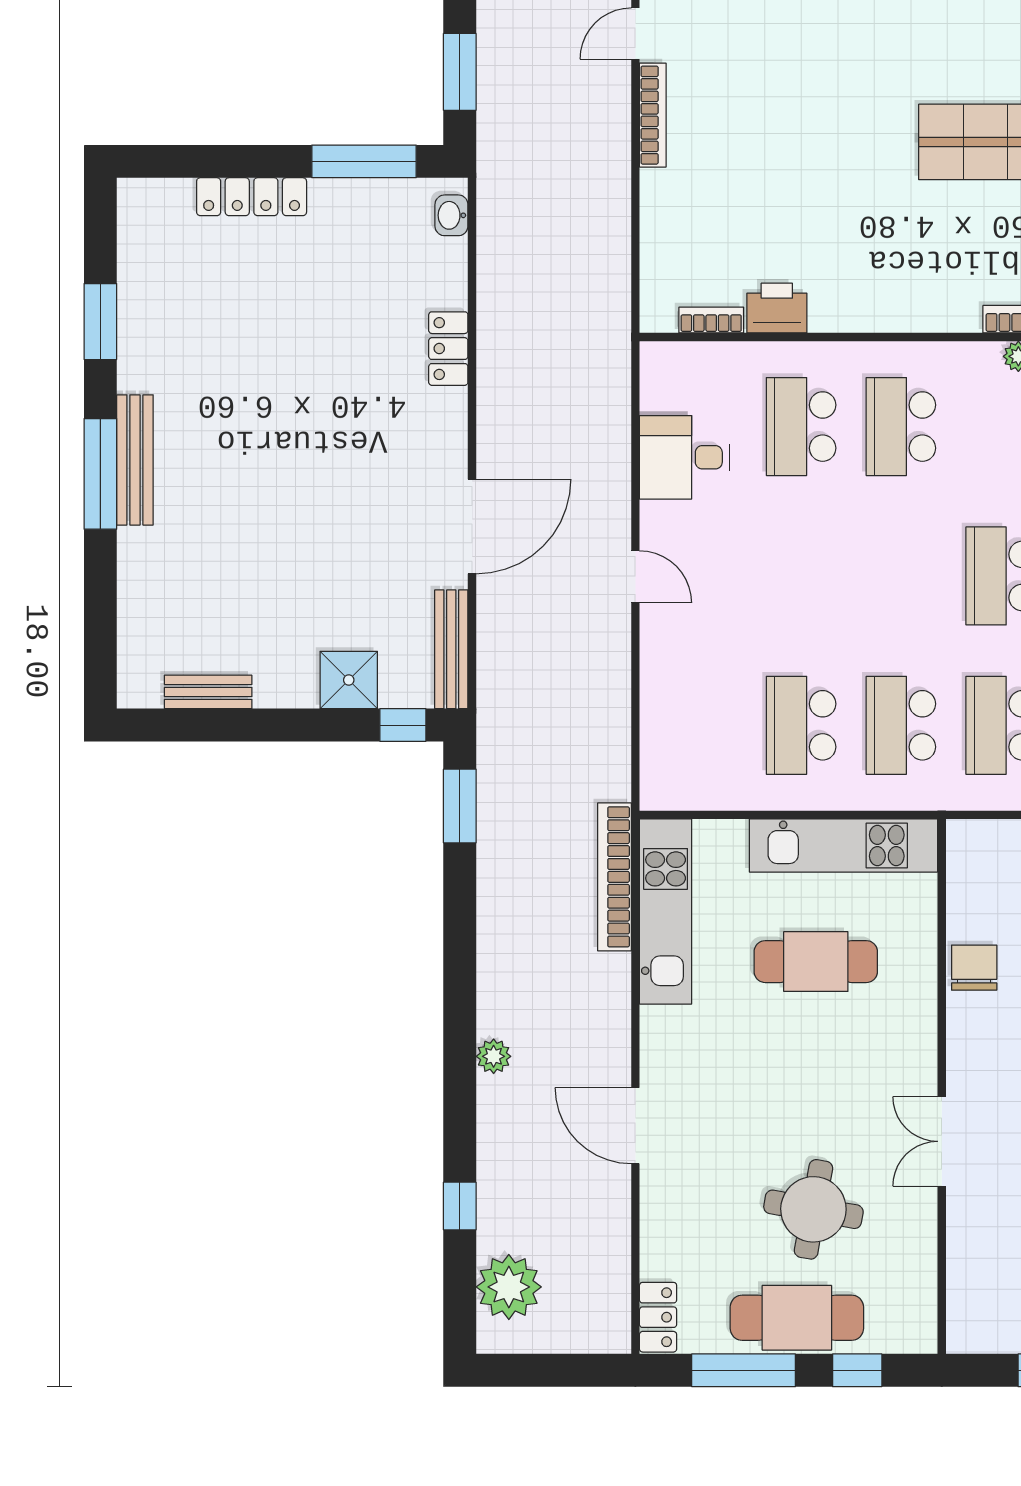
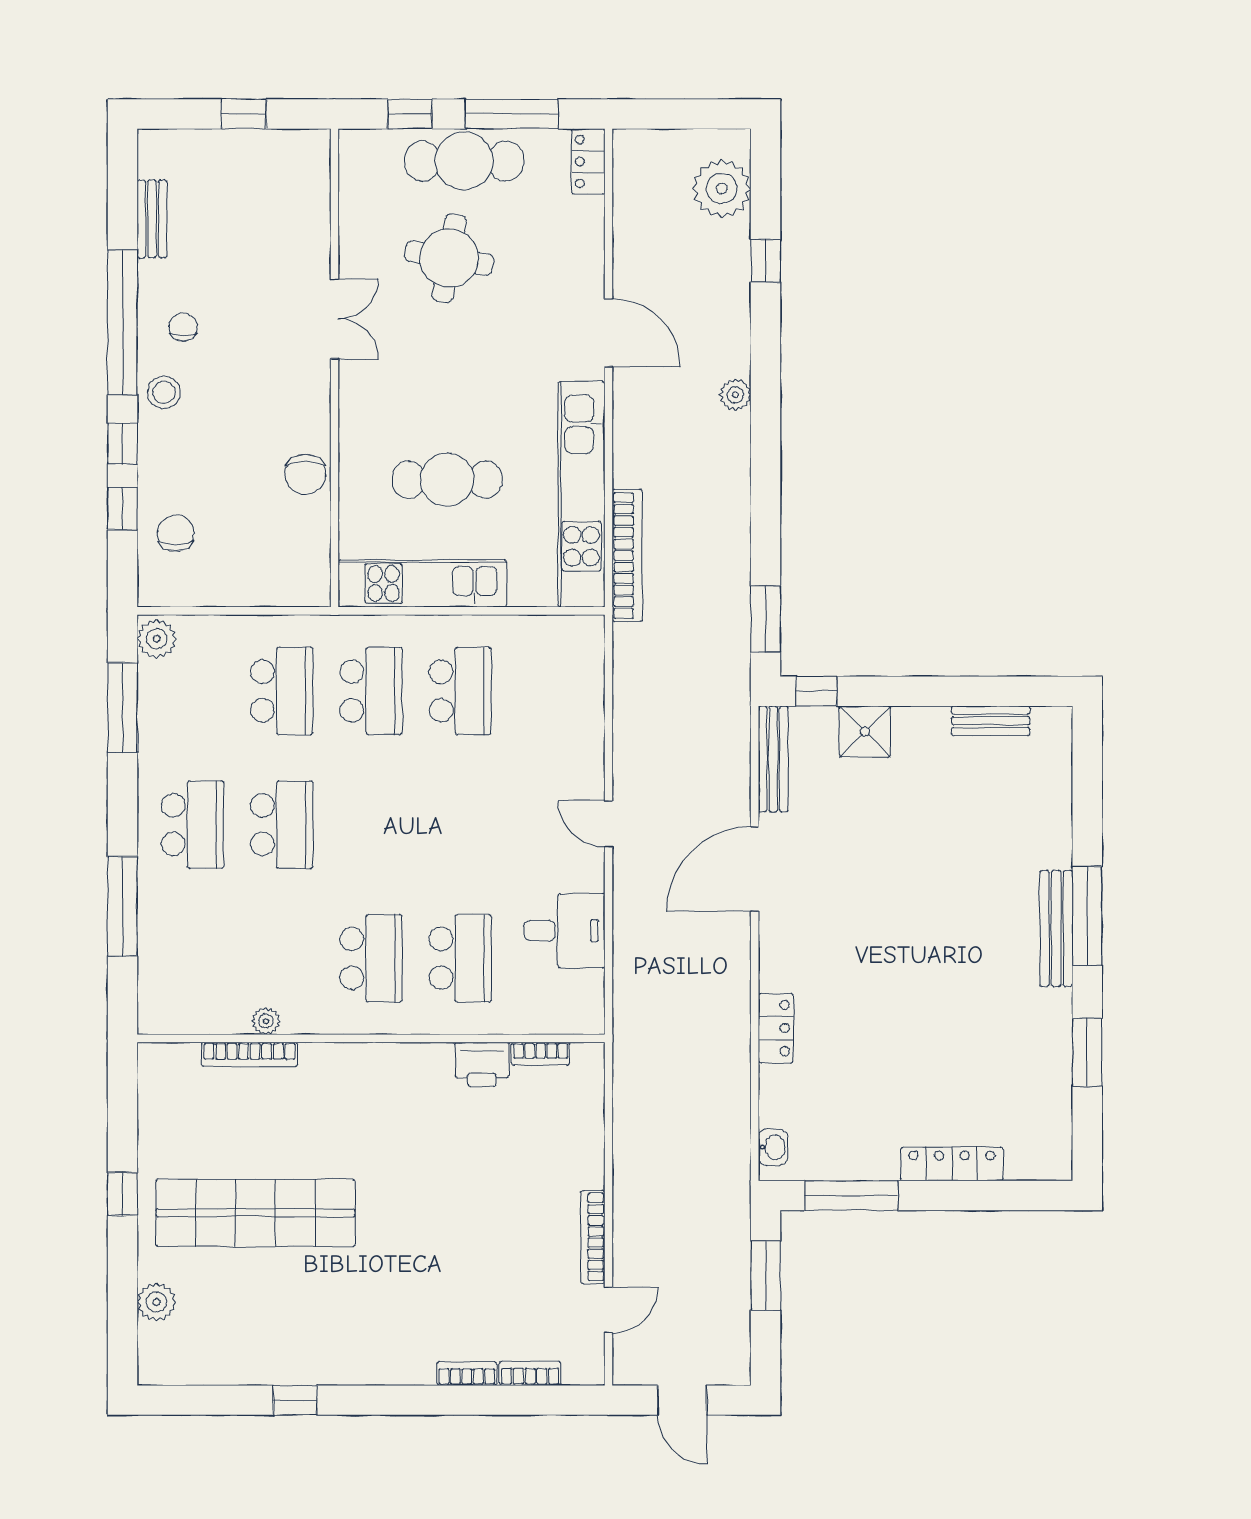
kitchen unit: (666, 912) -> (581, 494), width x1.36

